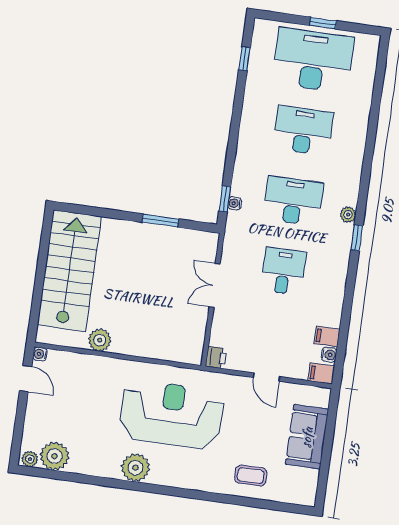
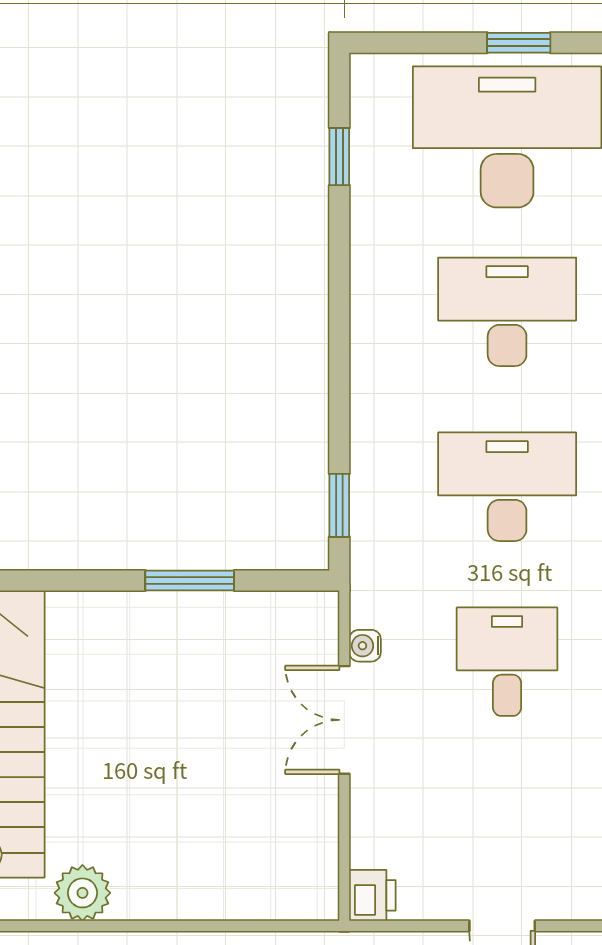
water cooler: (235, 203) -> (365, 646), moved

